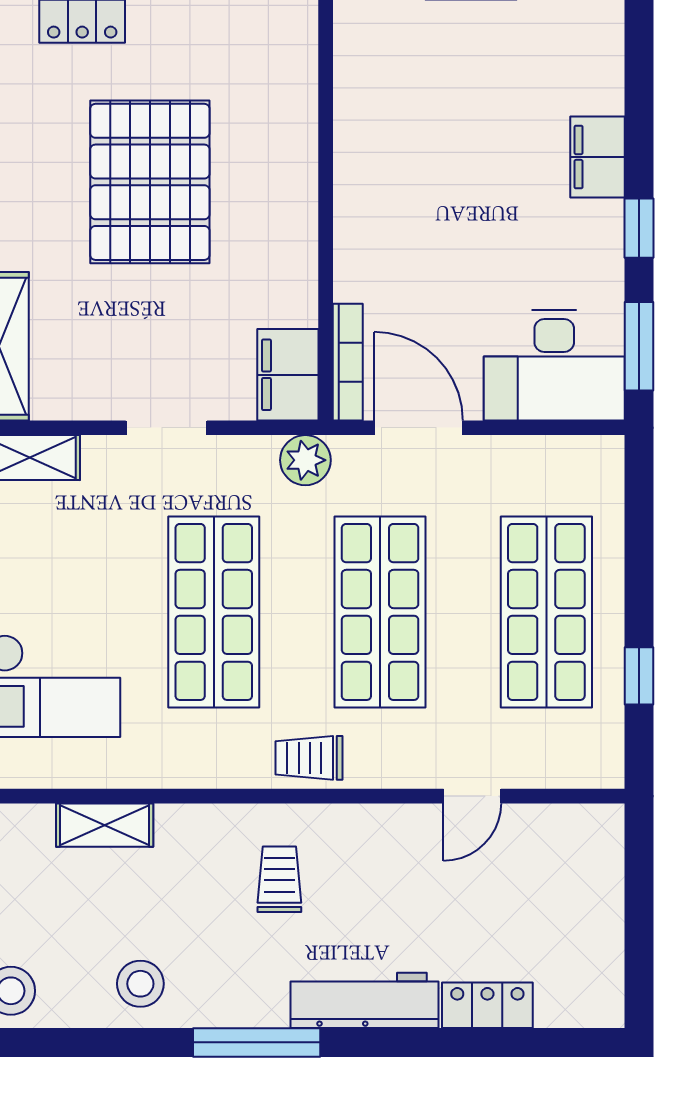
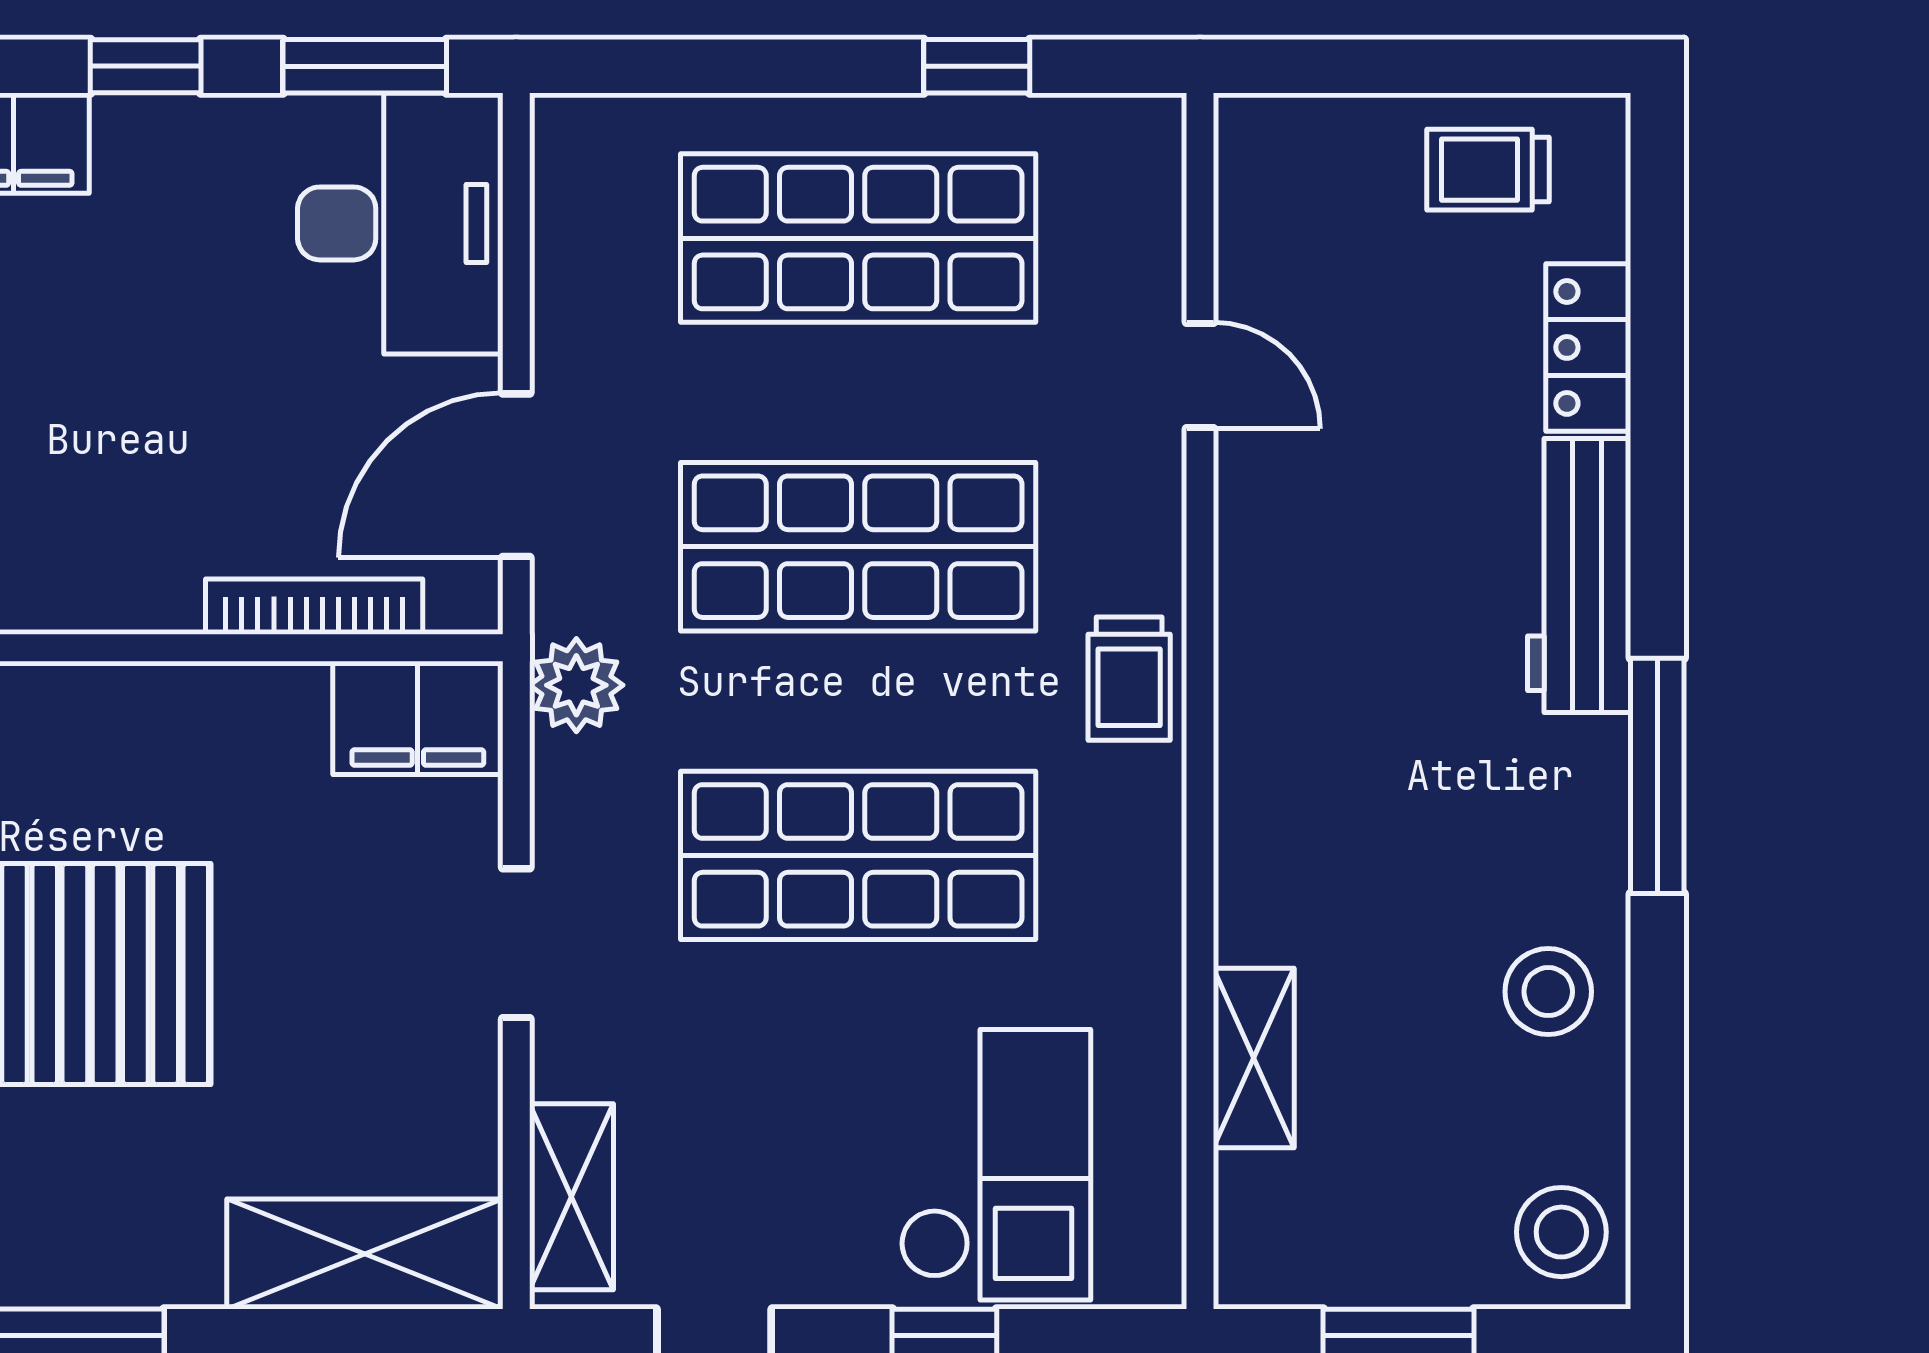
bookcase: (348, 362) -> (314, 607), moved
trolley: (279, 879) -> (1488, 170), moved

